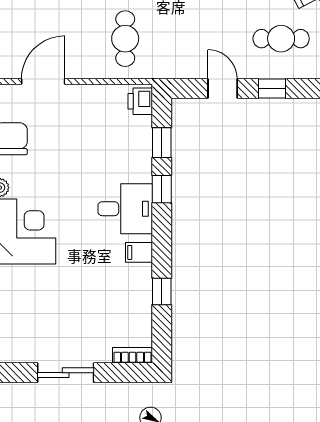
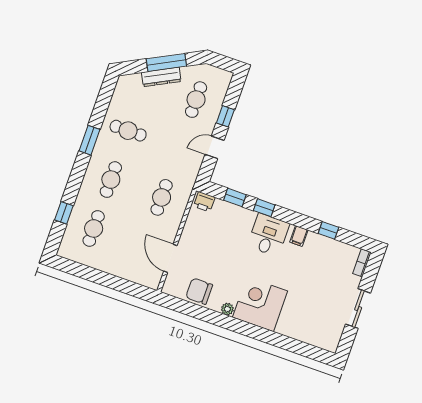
cafe table: (125, 39) -> (162, 197), turned 90

